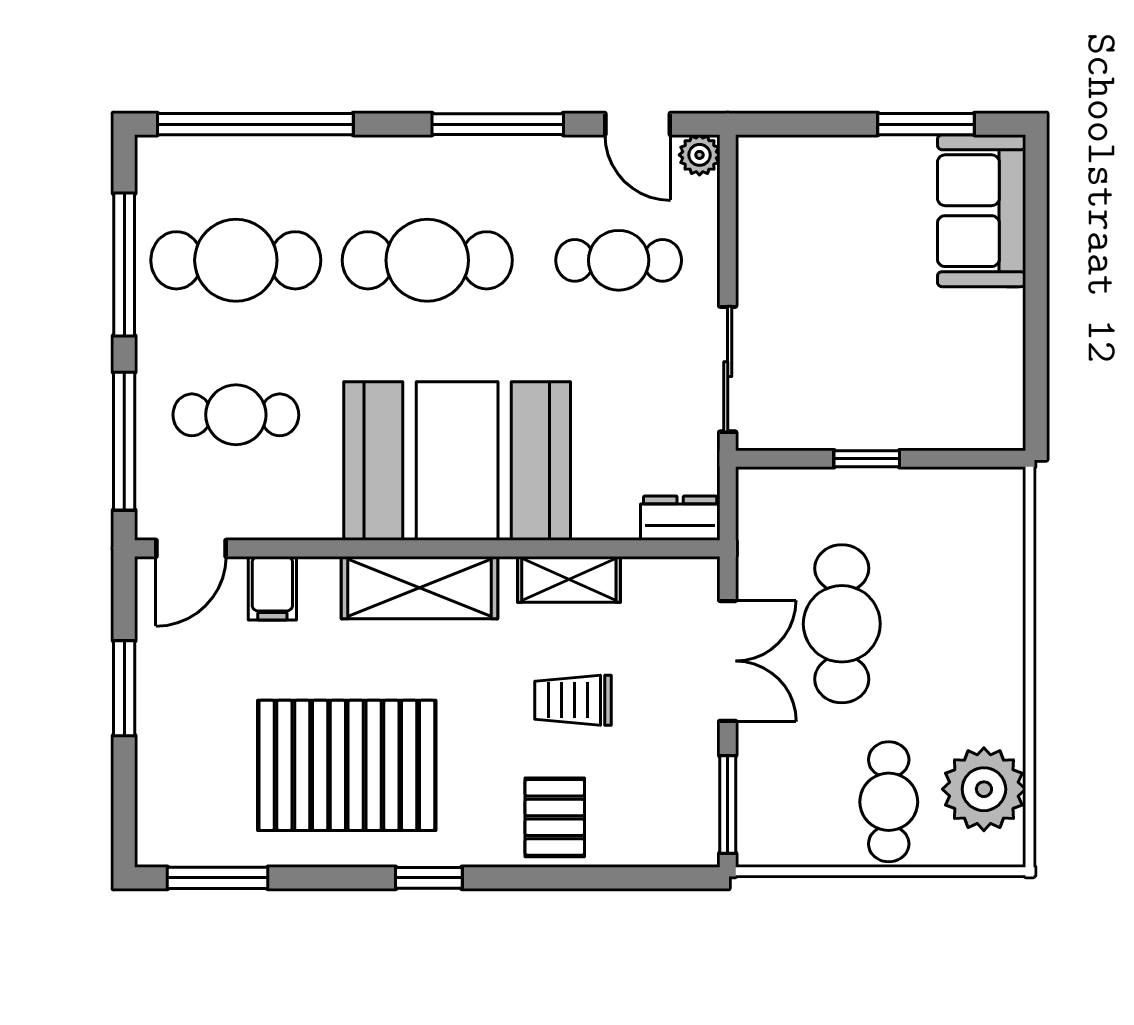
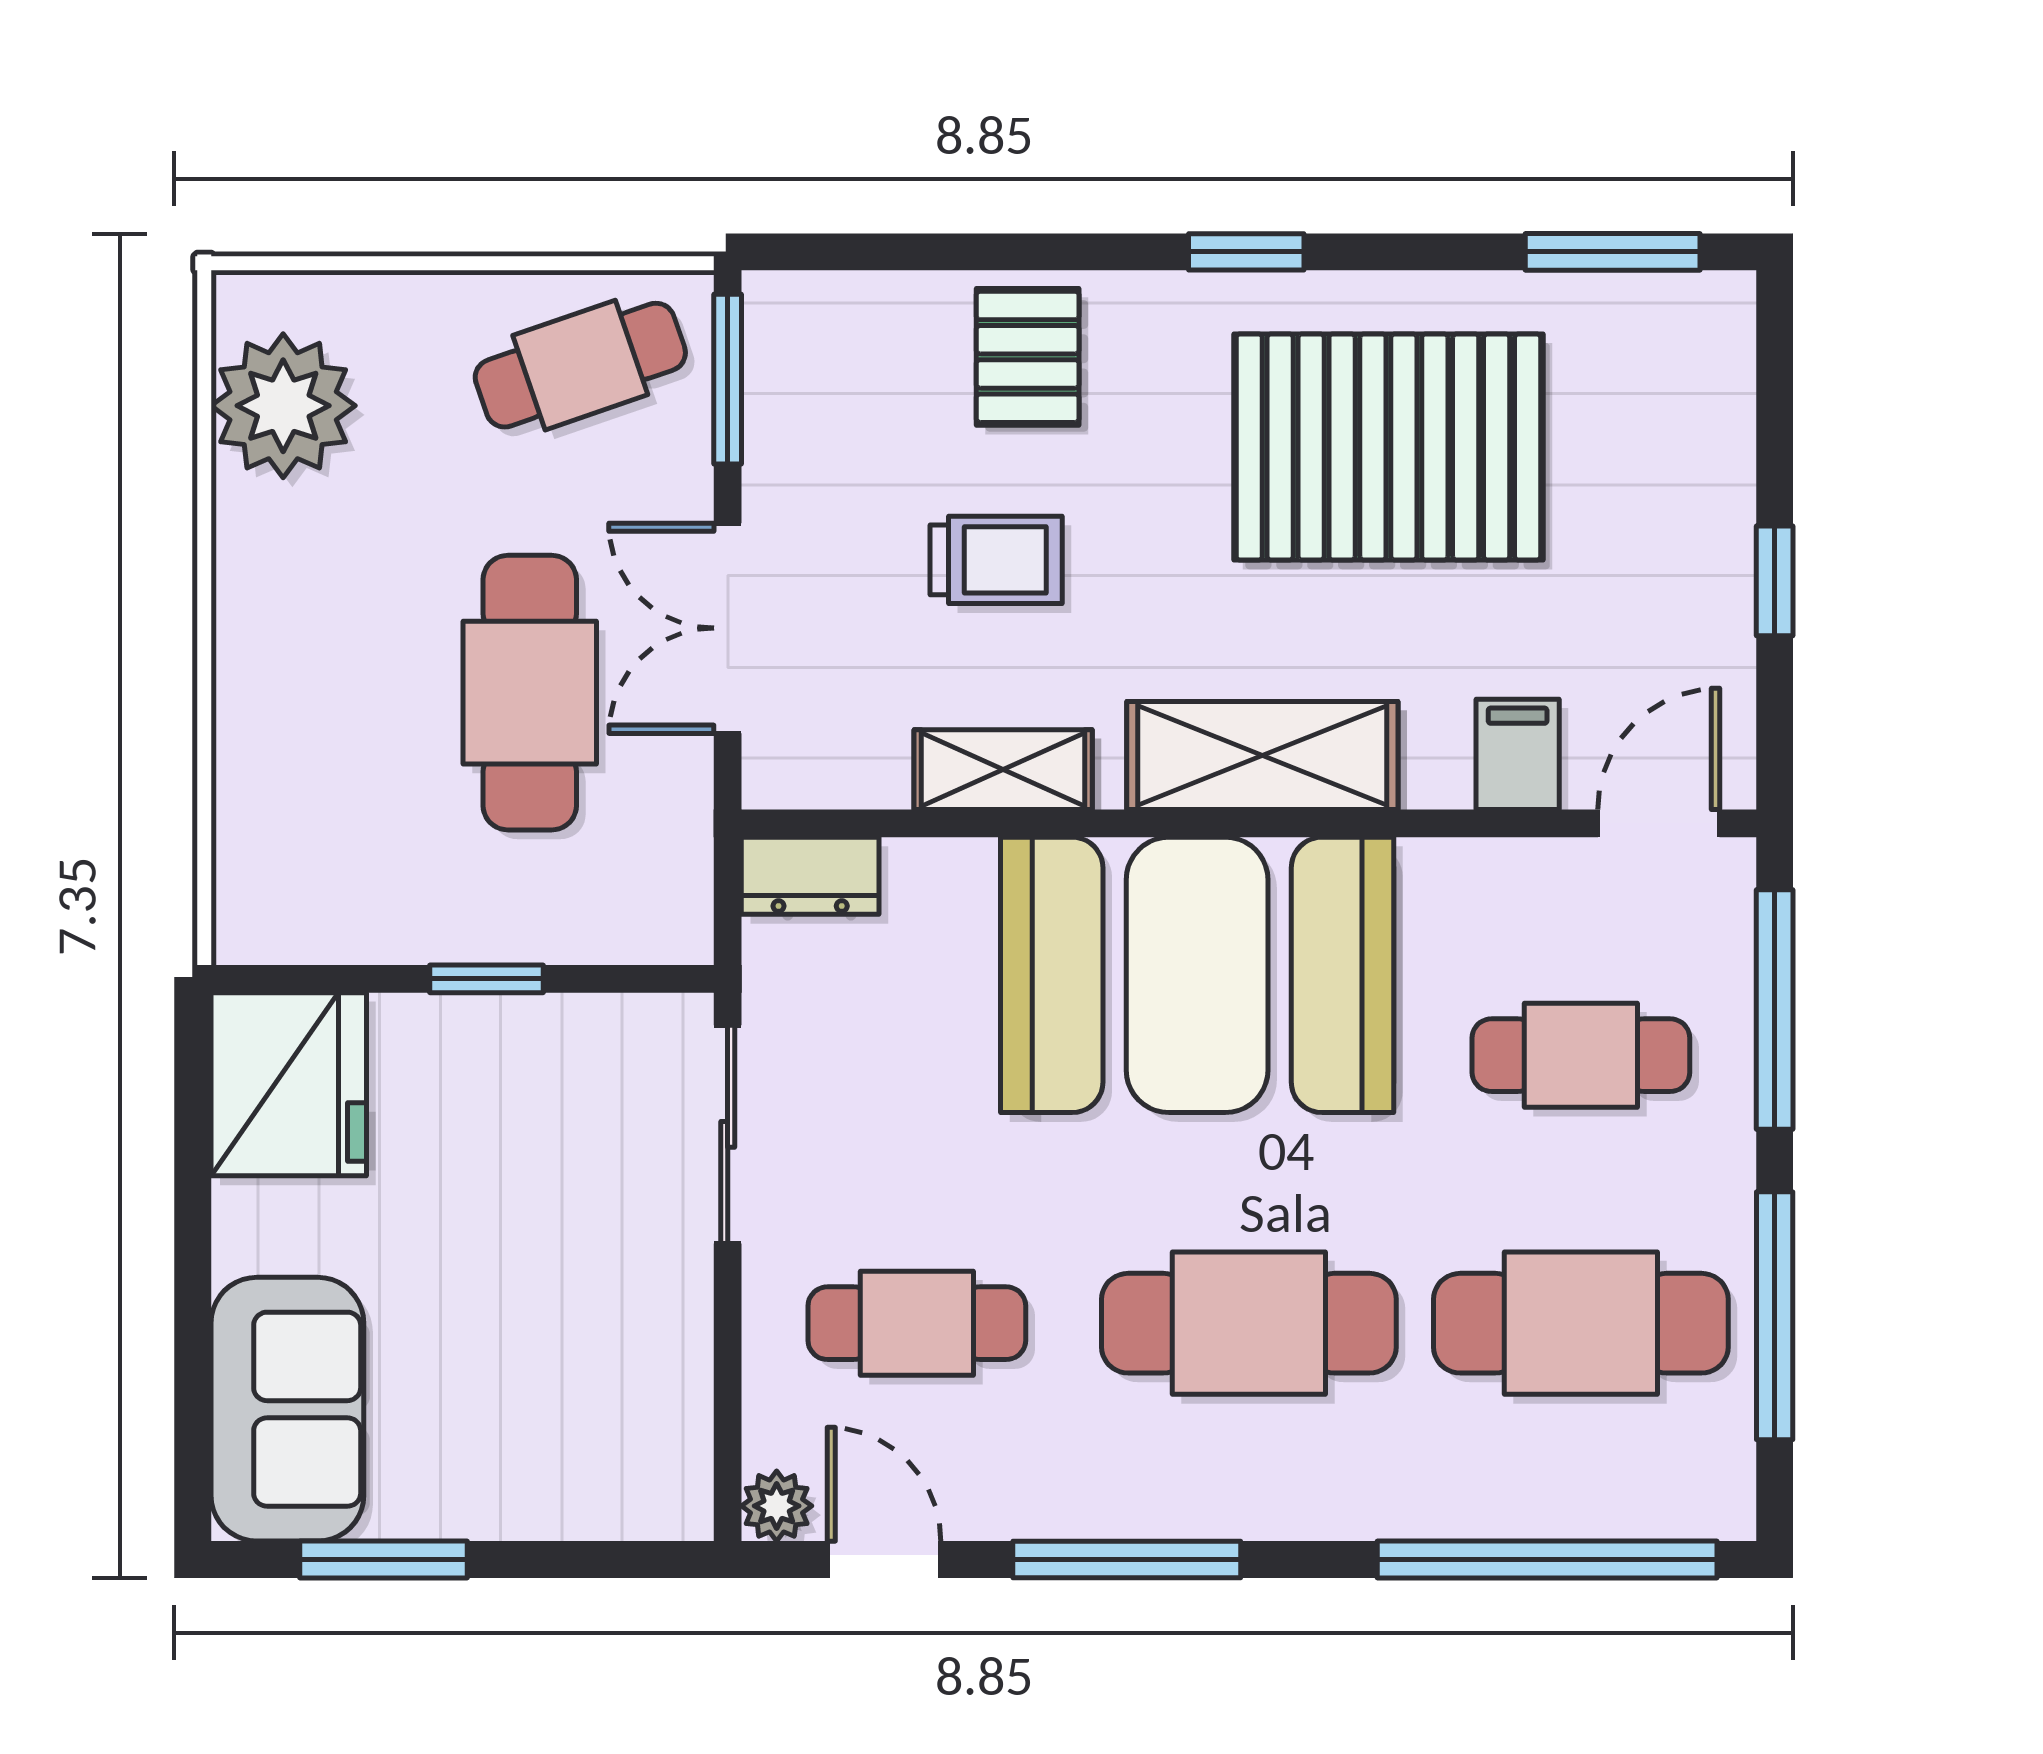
fridge: (981, 398) -> (289, 1084), added
window: (124, 688) -> (1775, 581), width x0.67
cafe table: (889, 802) -> (580, 365), moved, turned 71

